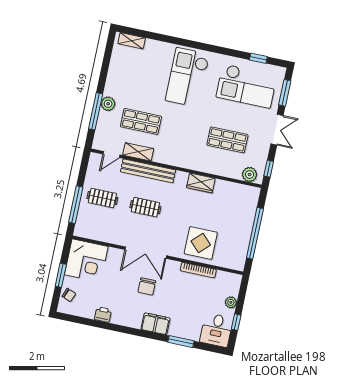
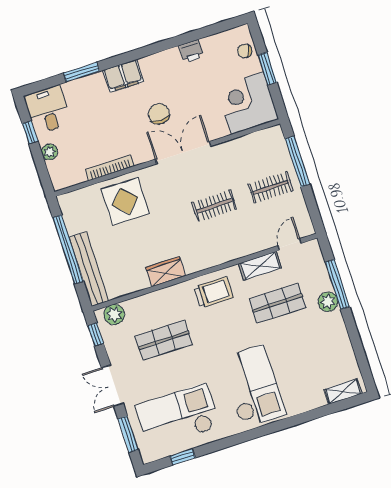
trolley: (178, 152) -> (214, 292), added
bench: (148, 171) -> (89, 269), moved, turned 90

